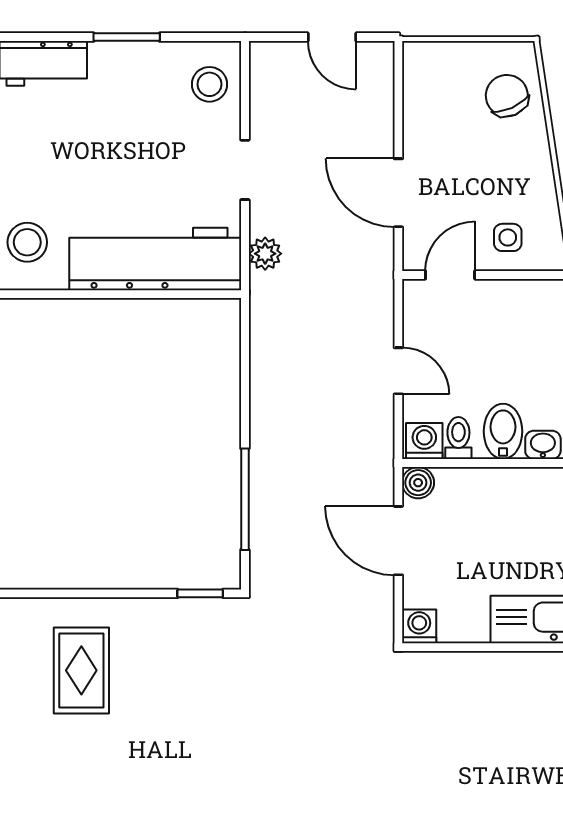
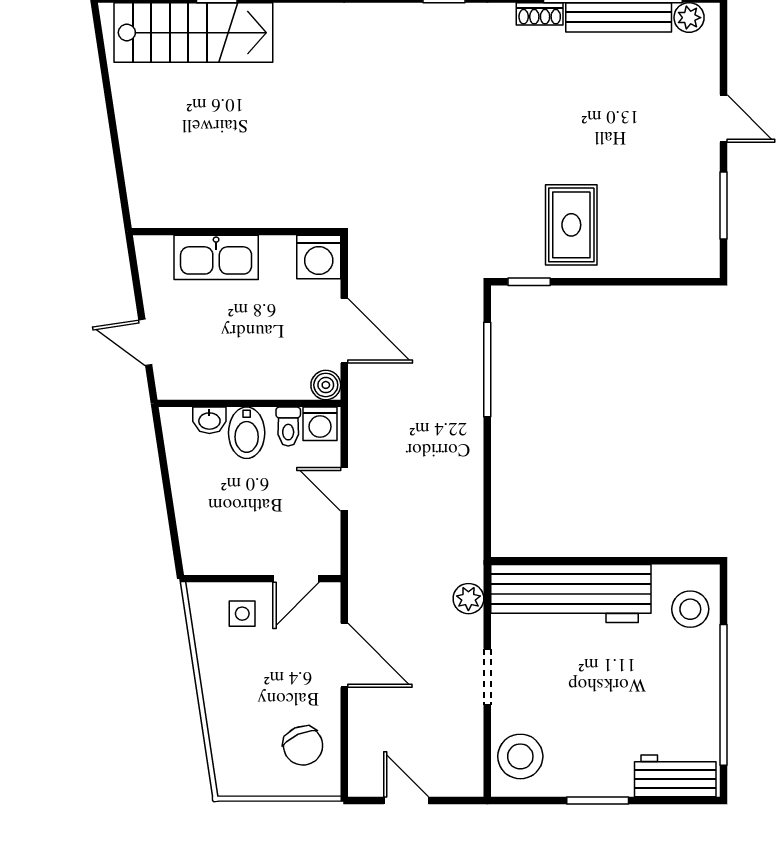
stool: (209, 84) -> (520, 756), width x1.38, depth x1.38
chair: (507, 96) -> (303, 746), moved
washing machine: (419, 626) -> (319, 257), width x1.38, depth x1.38
rug: (81, 670) -> (571, 225), moved

